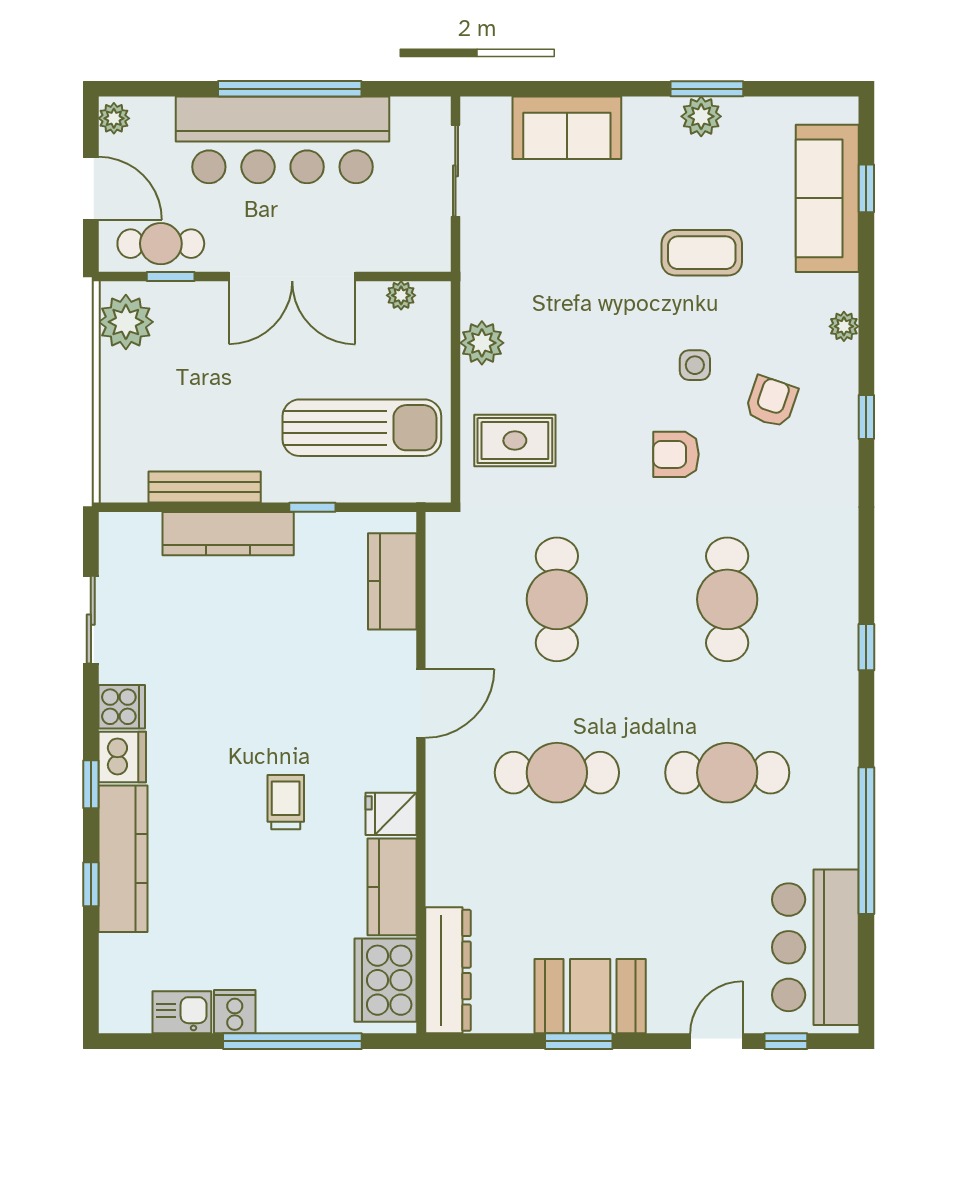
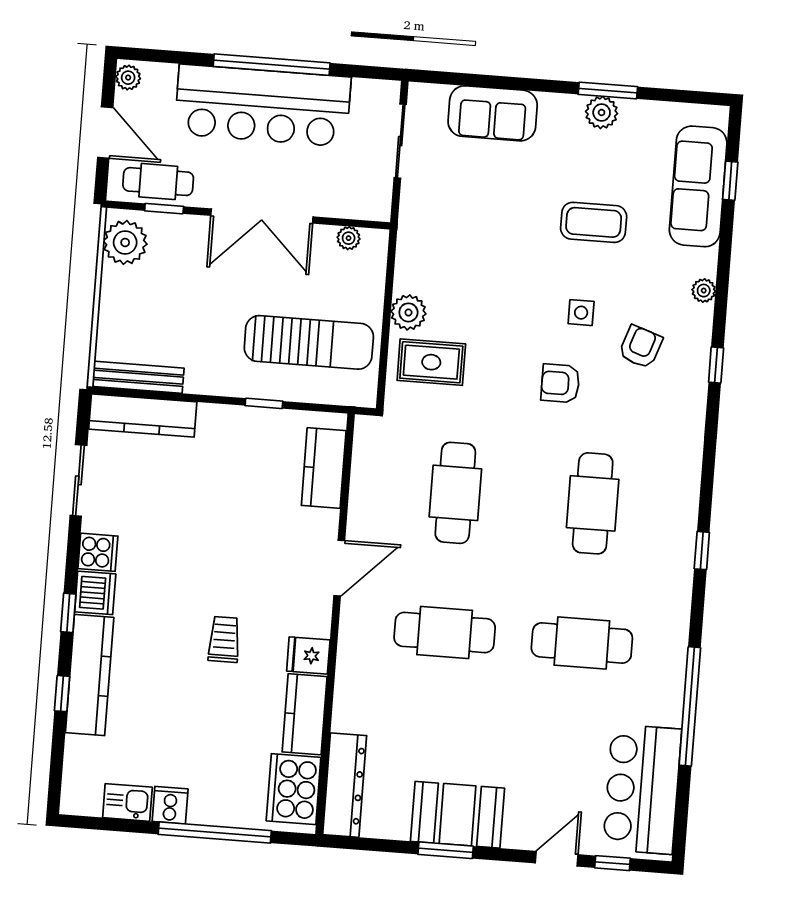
plant: (482, 343) -> (408, 312), moved
bench: (205, 487) -> (138, 377), moved
kitchen counter: (228, 534) -> (143, 415), moved

